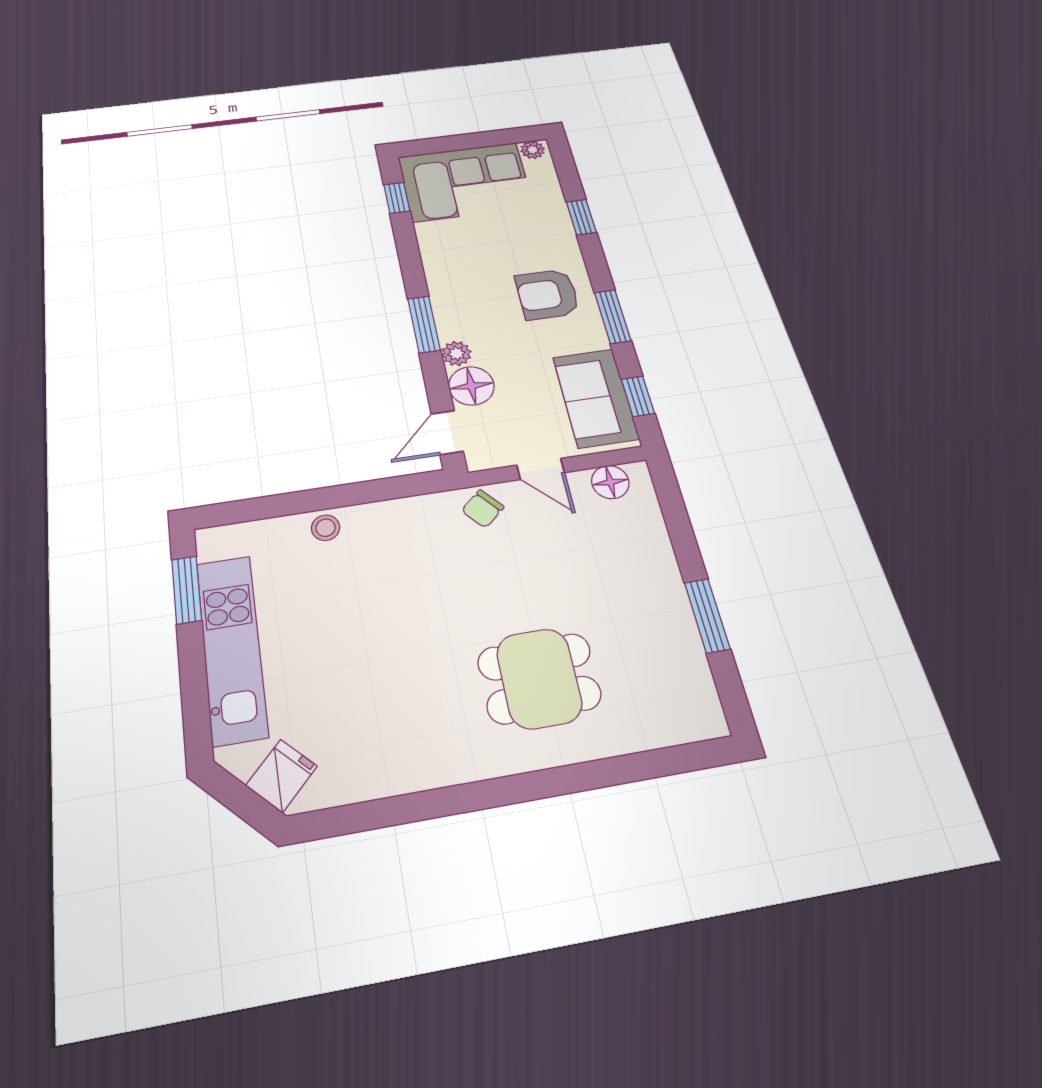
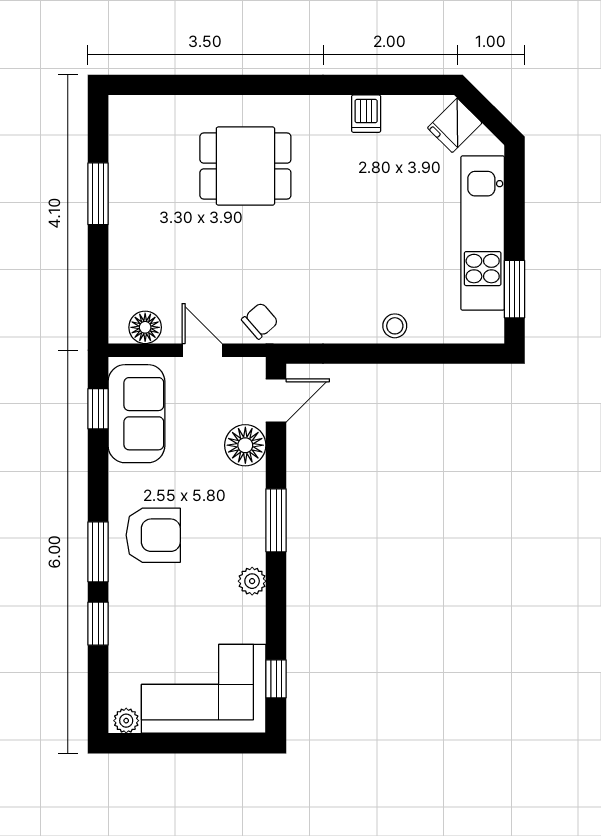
window: (613, 317) -> (98, 552), moved
plant: (456, 353) -> (252, 581), moved
dishwasher: (399, 771) -> (366, 114), added

